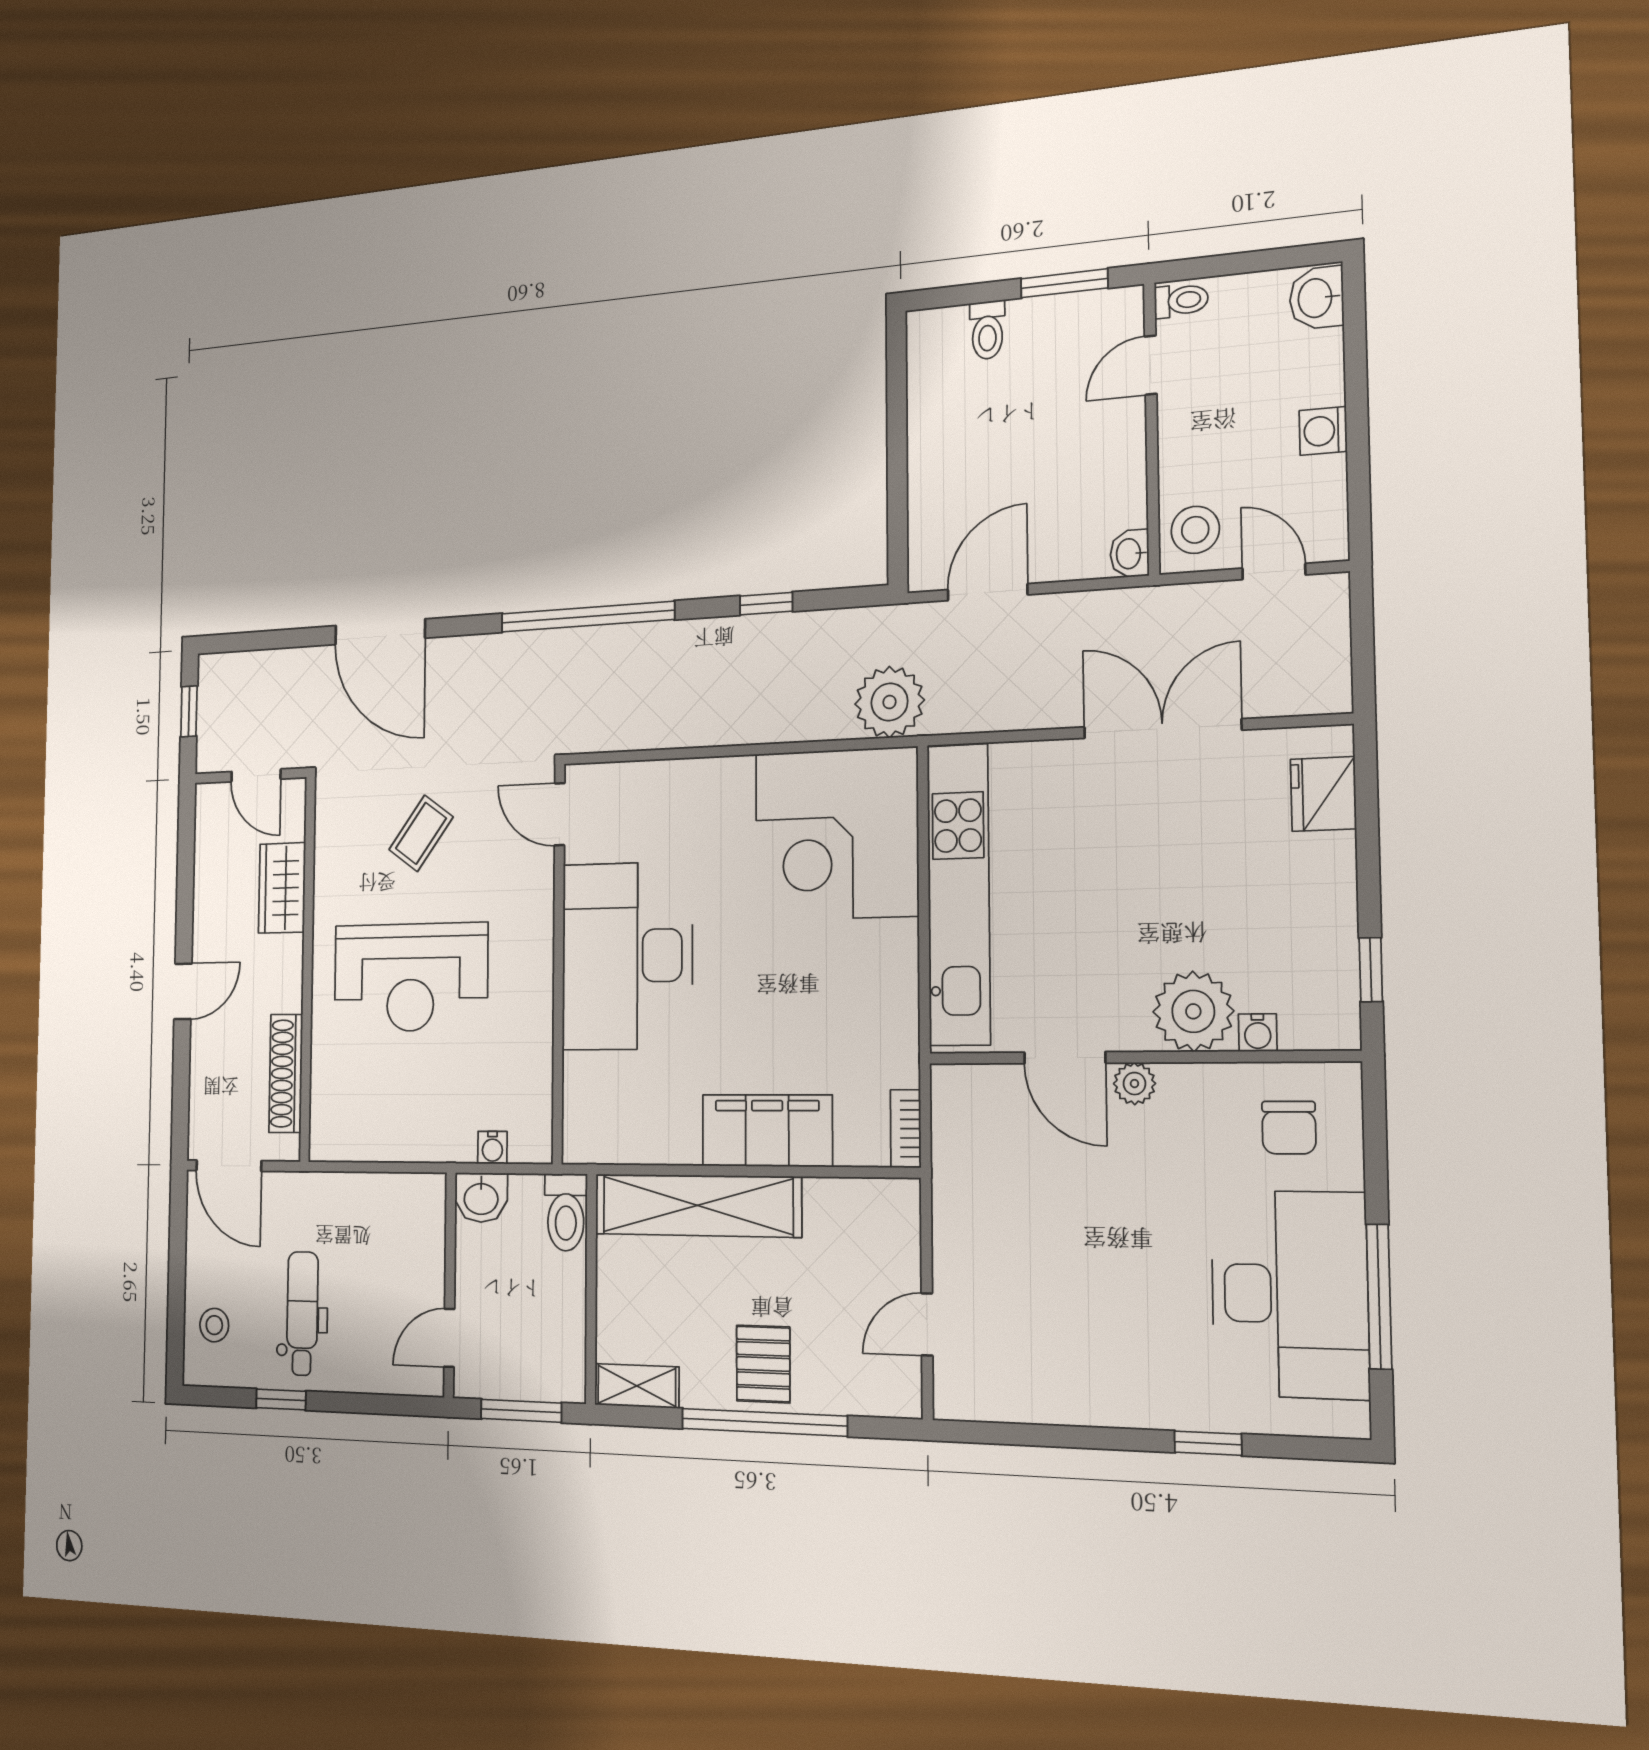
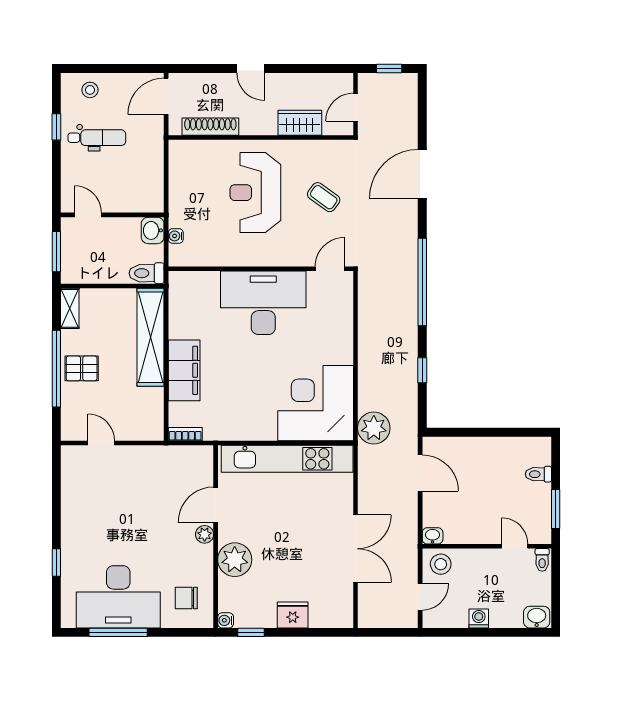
fridge: (1323, 794) -> (293, 615), moved
water cooler: (1258, 1033) -> (226, 620), moved

